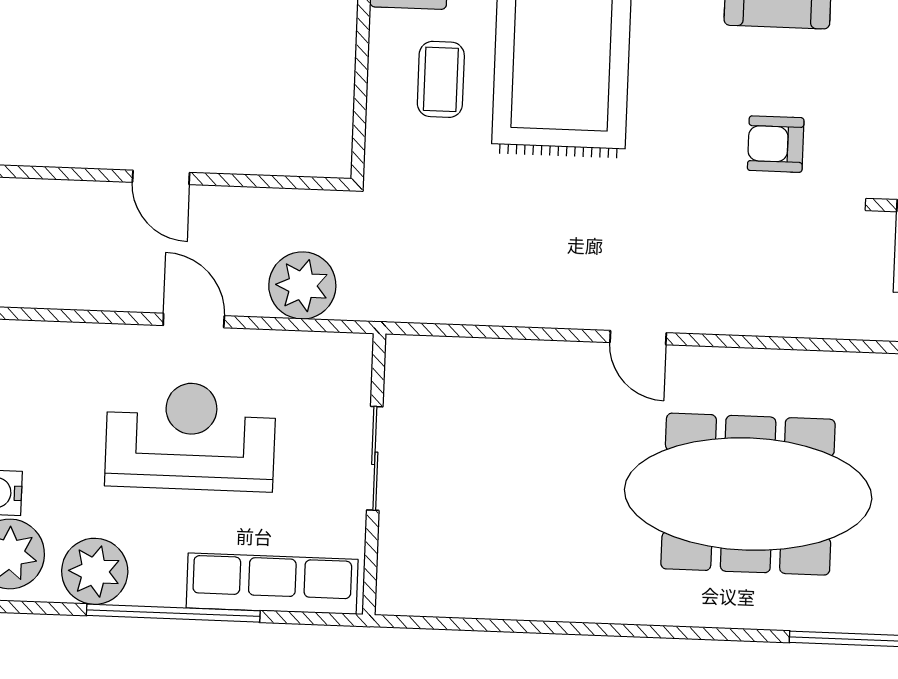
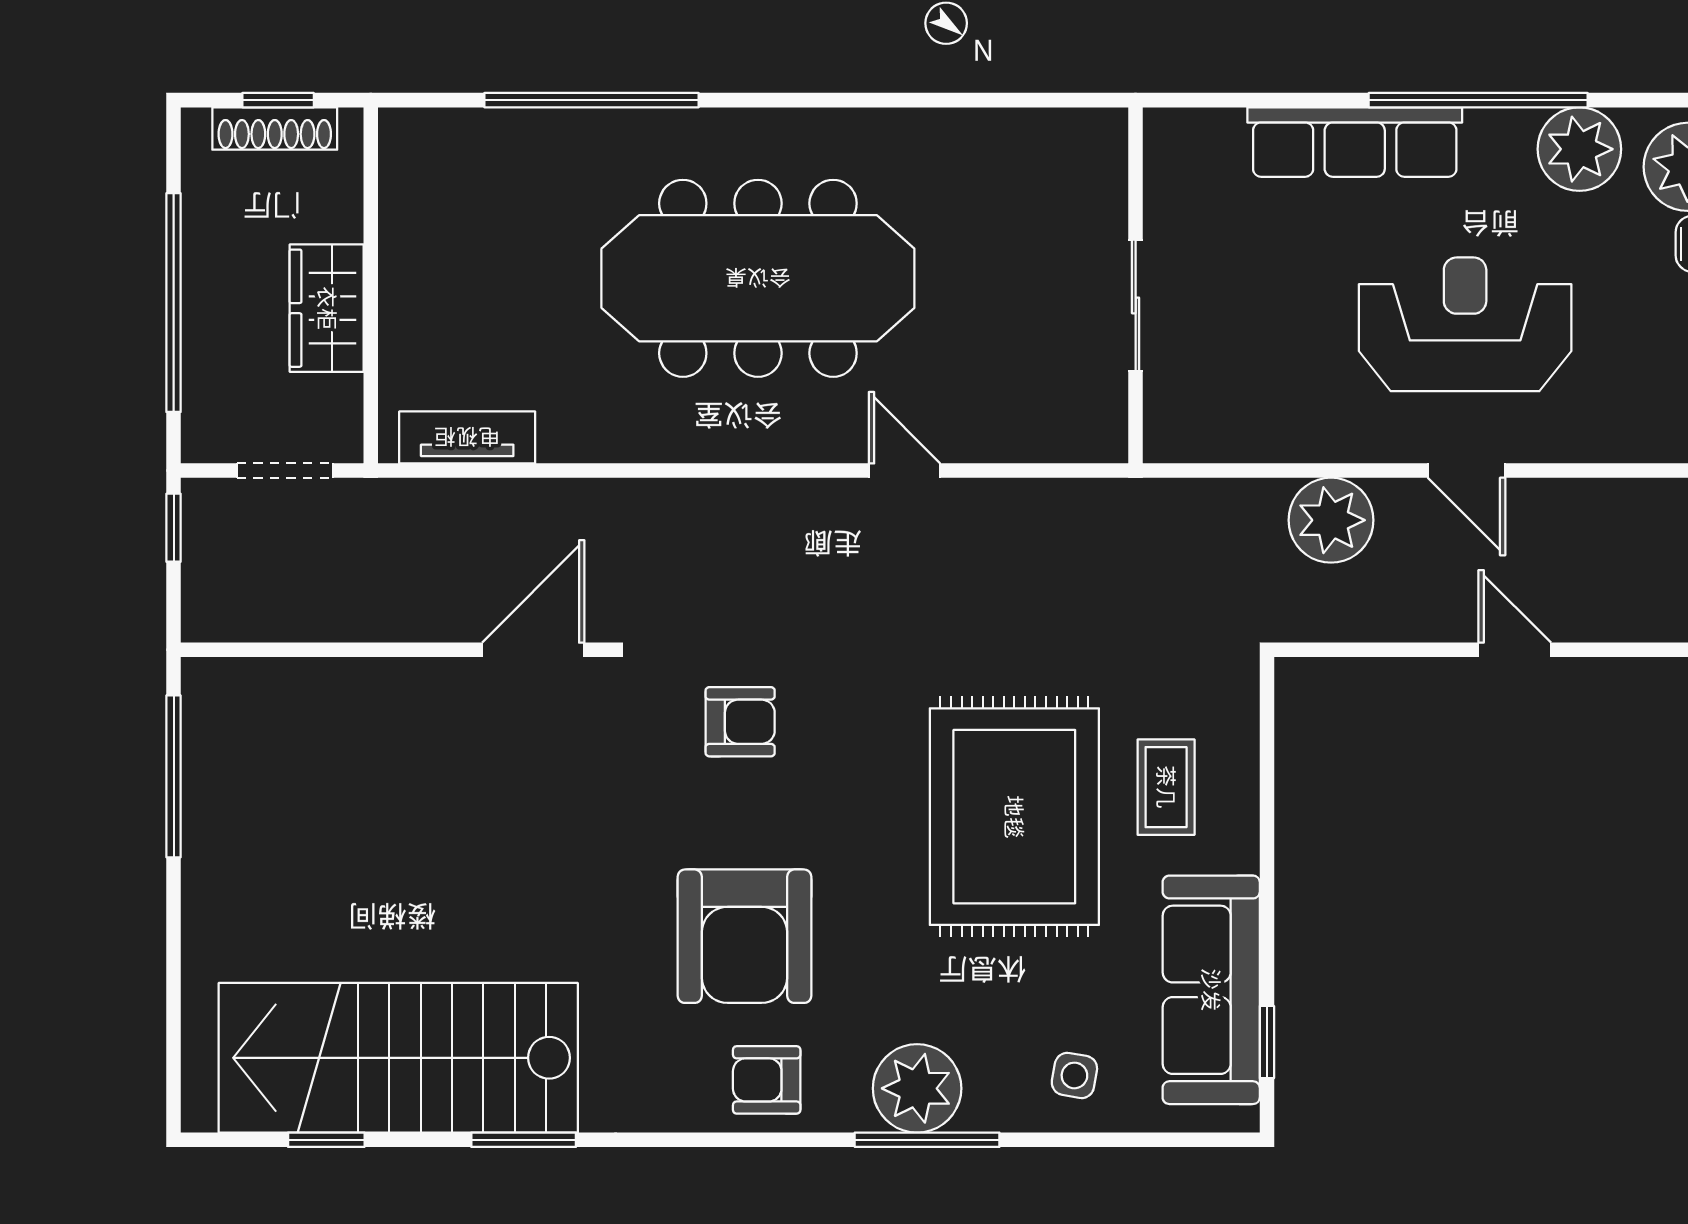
reception desk: (190, 436) -> (1465, 324), turned 180
sliding door: (375, 458) -> (1136, 305), moved
wall: (374, 474) -> (1136, 285), moved

